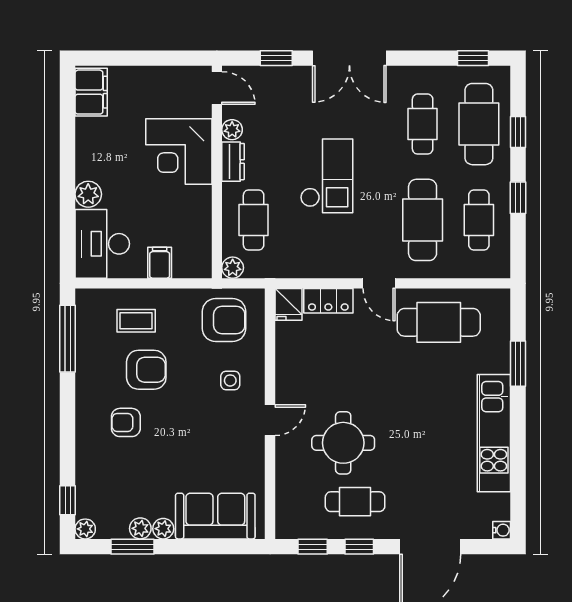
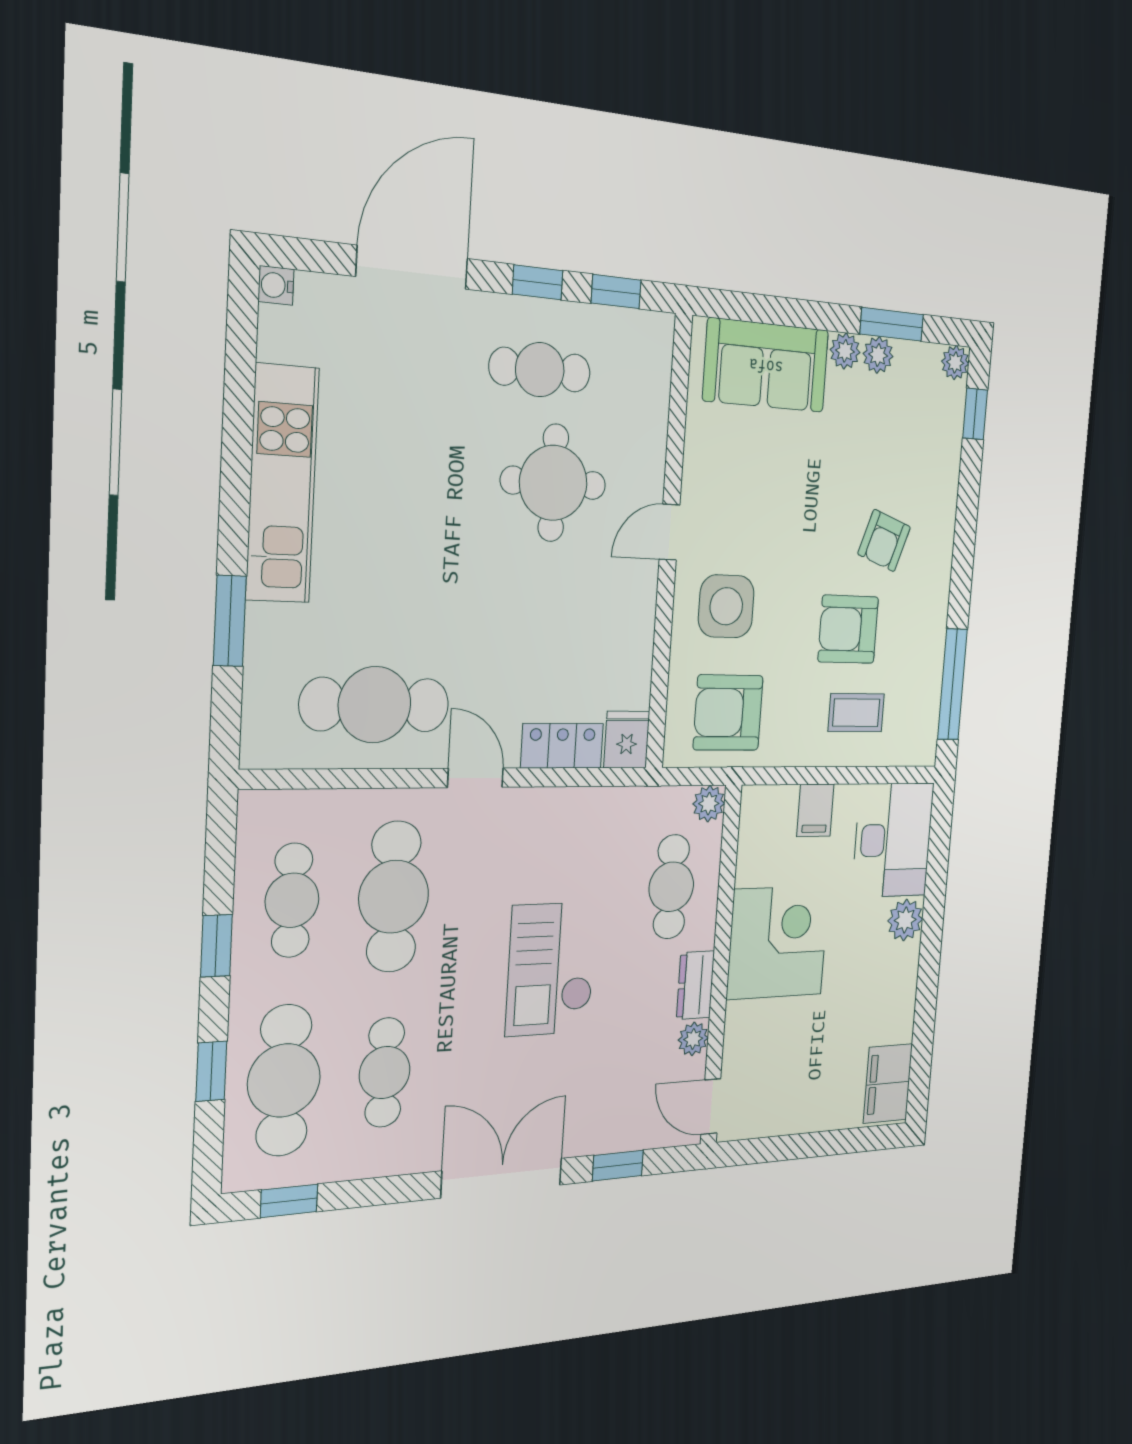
corner desk: (179, 151) -> (778, 942), moved
side table: (230, 380) -> (726, 606), width x1.87, depth x1.87
armchair: (126, 422) -> (884, 541), turned 109

